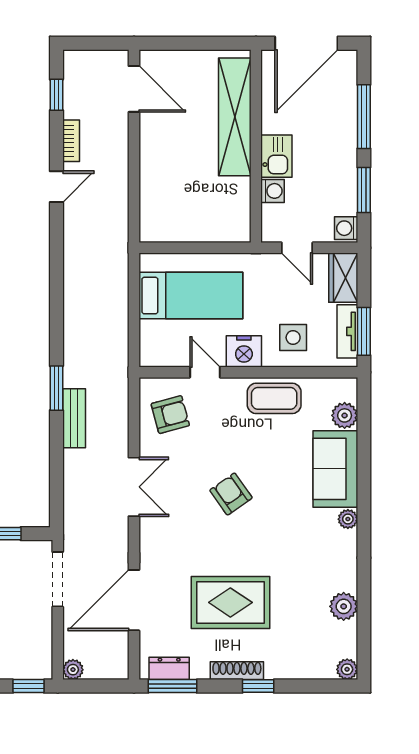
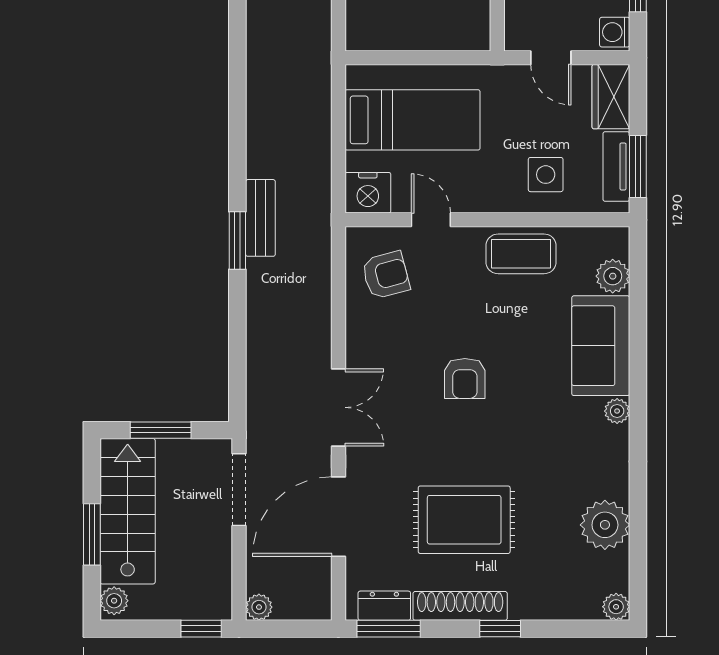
nightstand: (244, 351) -> (368, 193), moved
bench: (74, 418) -> (260, 218), moved
double door: (134, 487) -> (338, 407), moved
armchair: (231, 494) -> (465, 378), turned -145
plant: (344, 606) -> (605, 525), width x1.36, depth x1.36
shoe rack: (237, 671) -> (460, 606), width x1.36, depth x1.24

